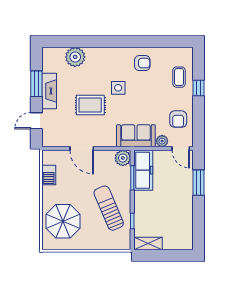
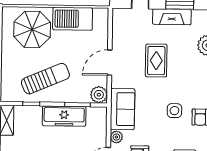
side table: (118, 88) -> (174, 111), moved
door: (82, 148) -> (110, 63), moved
freezer: (143, 170) -> (64, 116), moved
barbecue: (49, 175) -> (73, 19), width x1.88, depth x1.53

